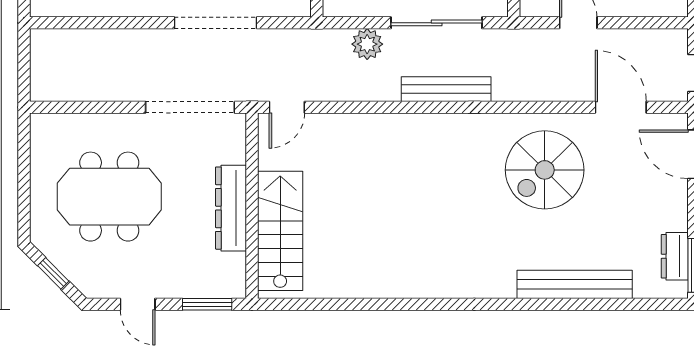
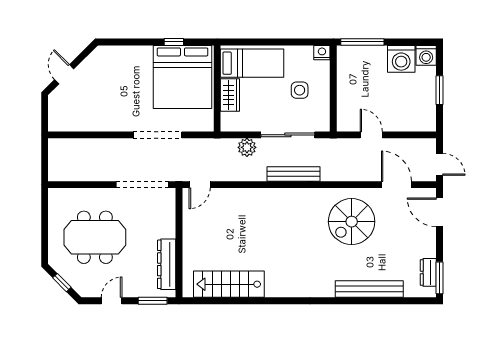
dresser: (231, 208) -> (167, 264), moved
stairs: (280, 231) -> (229, 284), moved, turned -90
door: (138, 304) -> (112, 301), swing flipped

